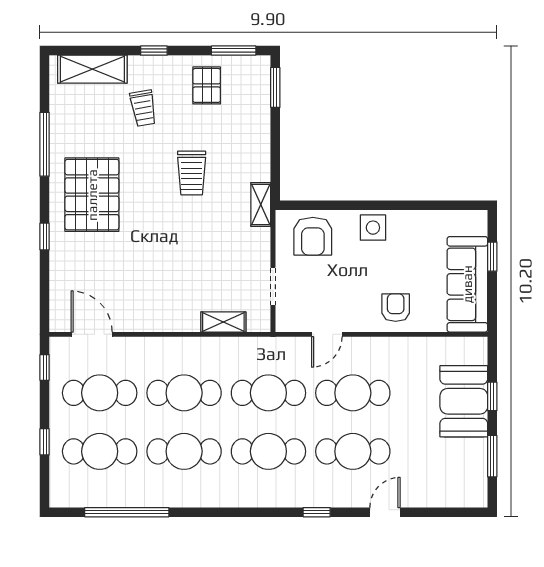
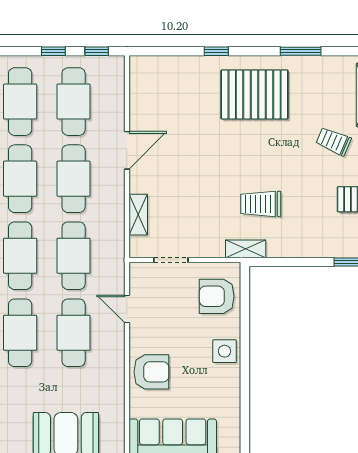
trolley: (143, 108) -> (334, 141), turned 33
window: (45, 144) -> (301, 51), width x0.69
trolley: (192, 173) -> (261, 204), moved
armchair: (396, 308) -> (151, 372), width x1.38, depth x1.38
door: (92, 334) -> (127, 150), moved
window: (45, 442) -> (53, 51), moved

